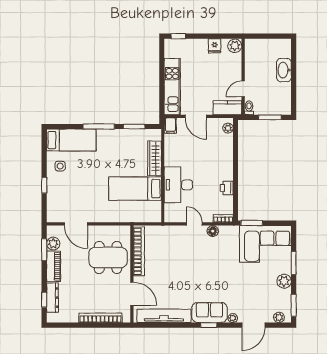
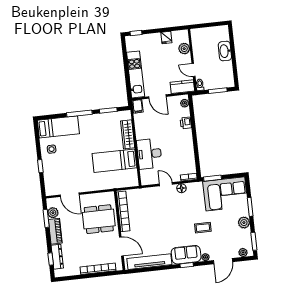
plant: (235, 46) -> (184, 49), moved
door: (243, 89) -> (193, 70), hinge flipped
printer: (227, 188) -> (186, 123), moved
coffee table: (234, 282) -> (203, 228), added

